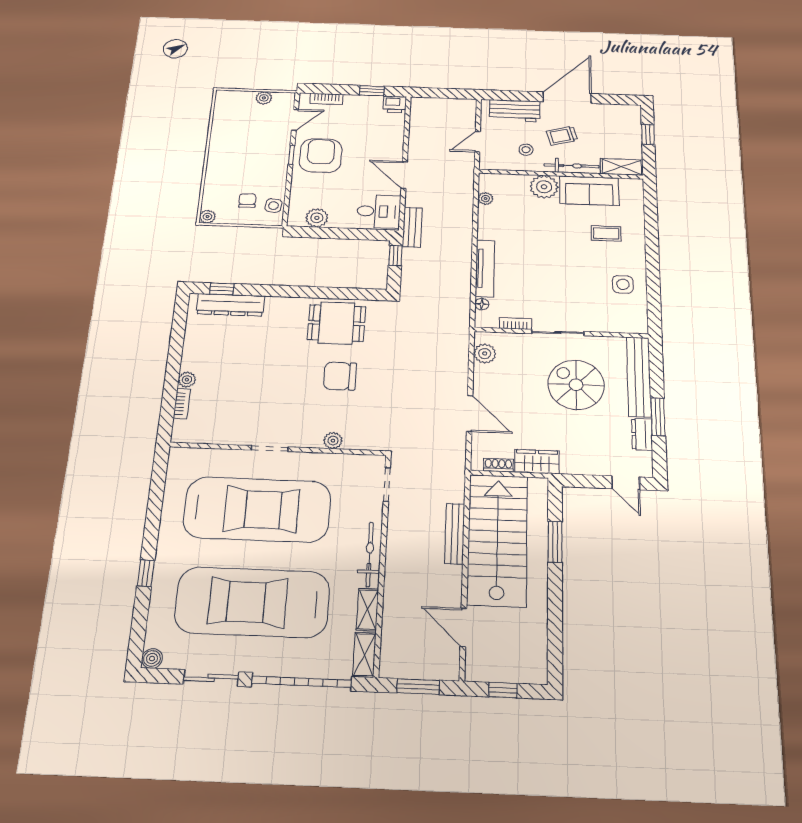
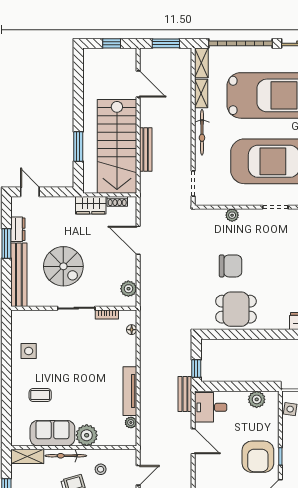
tv unit: (485, 268) -> (130, 391), moved

